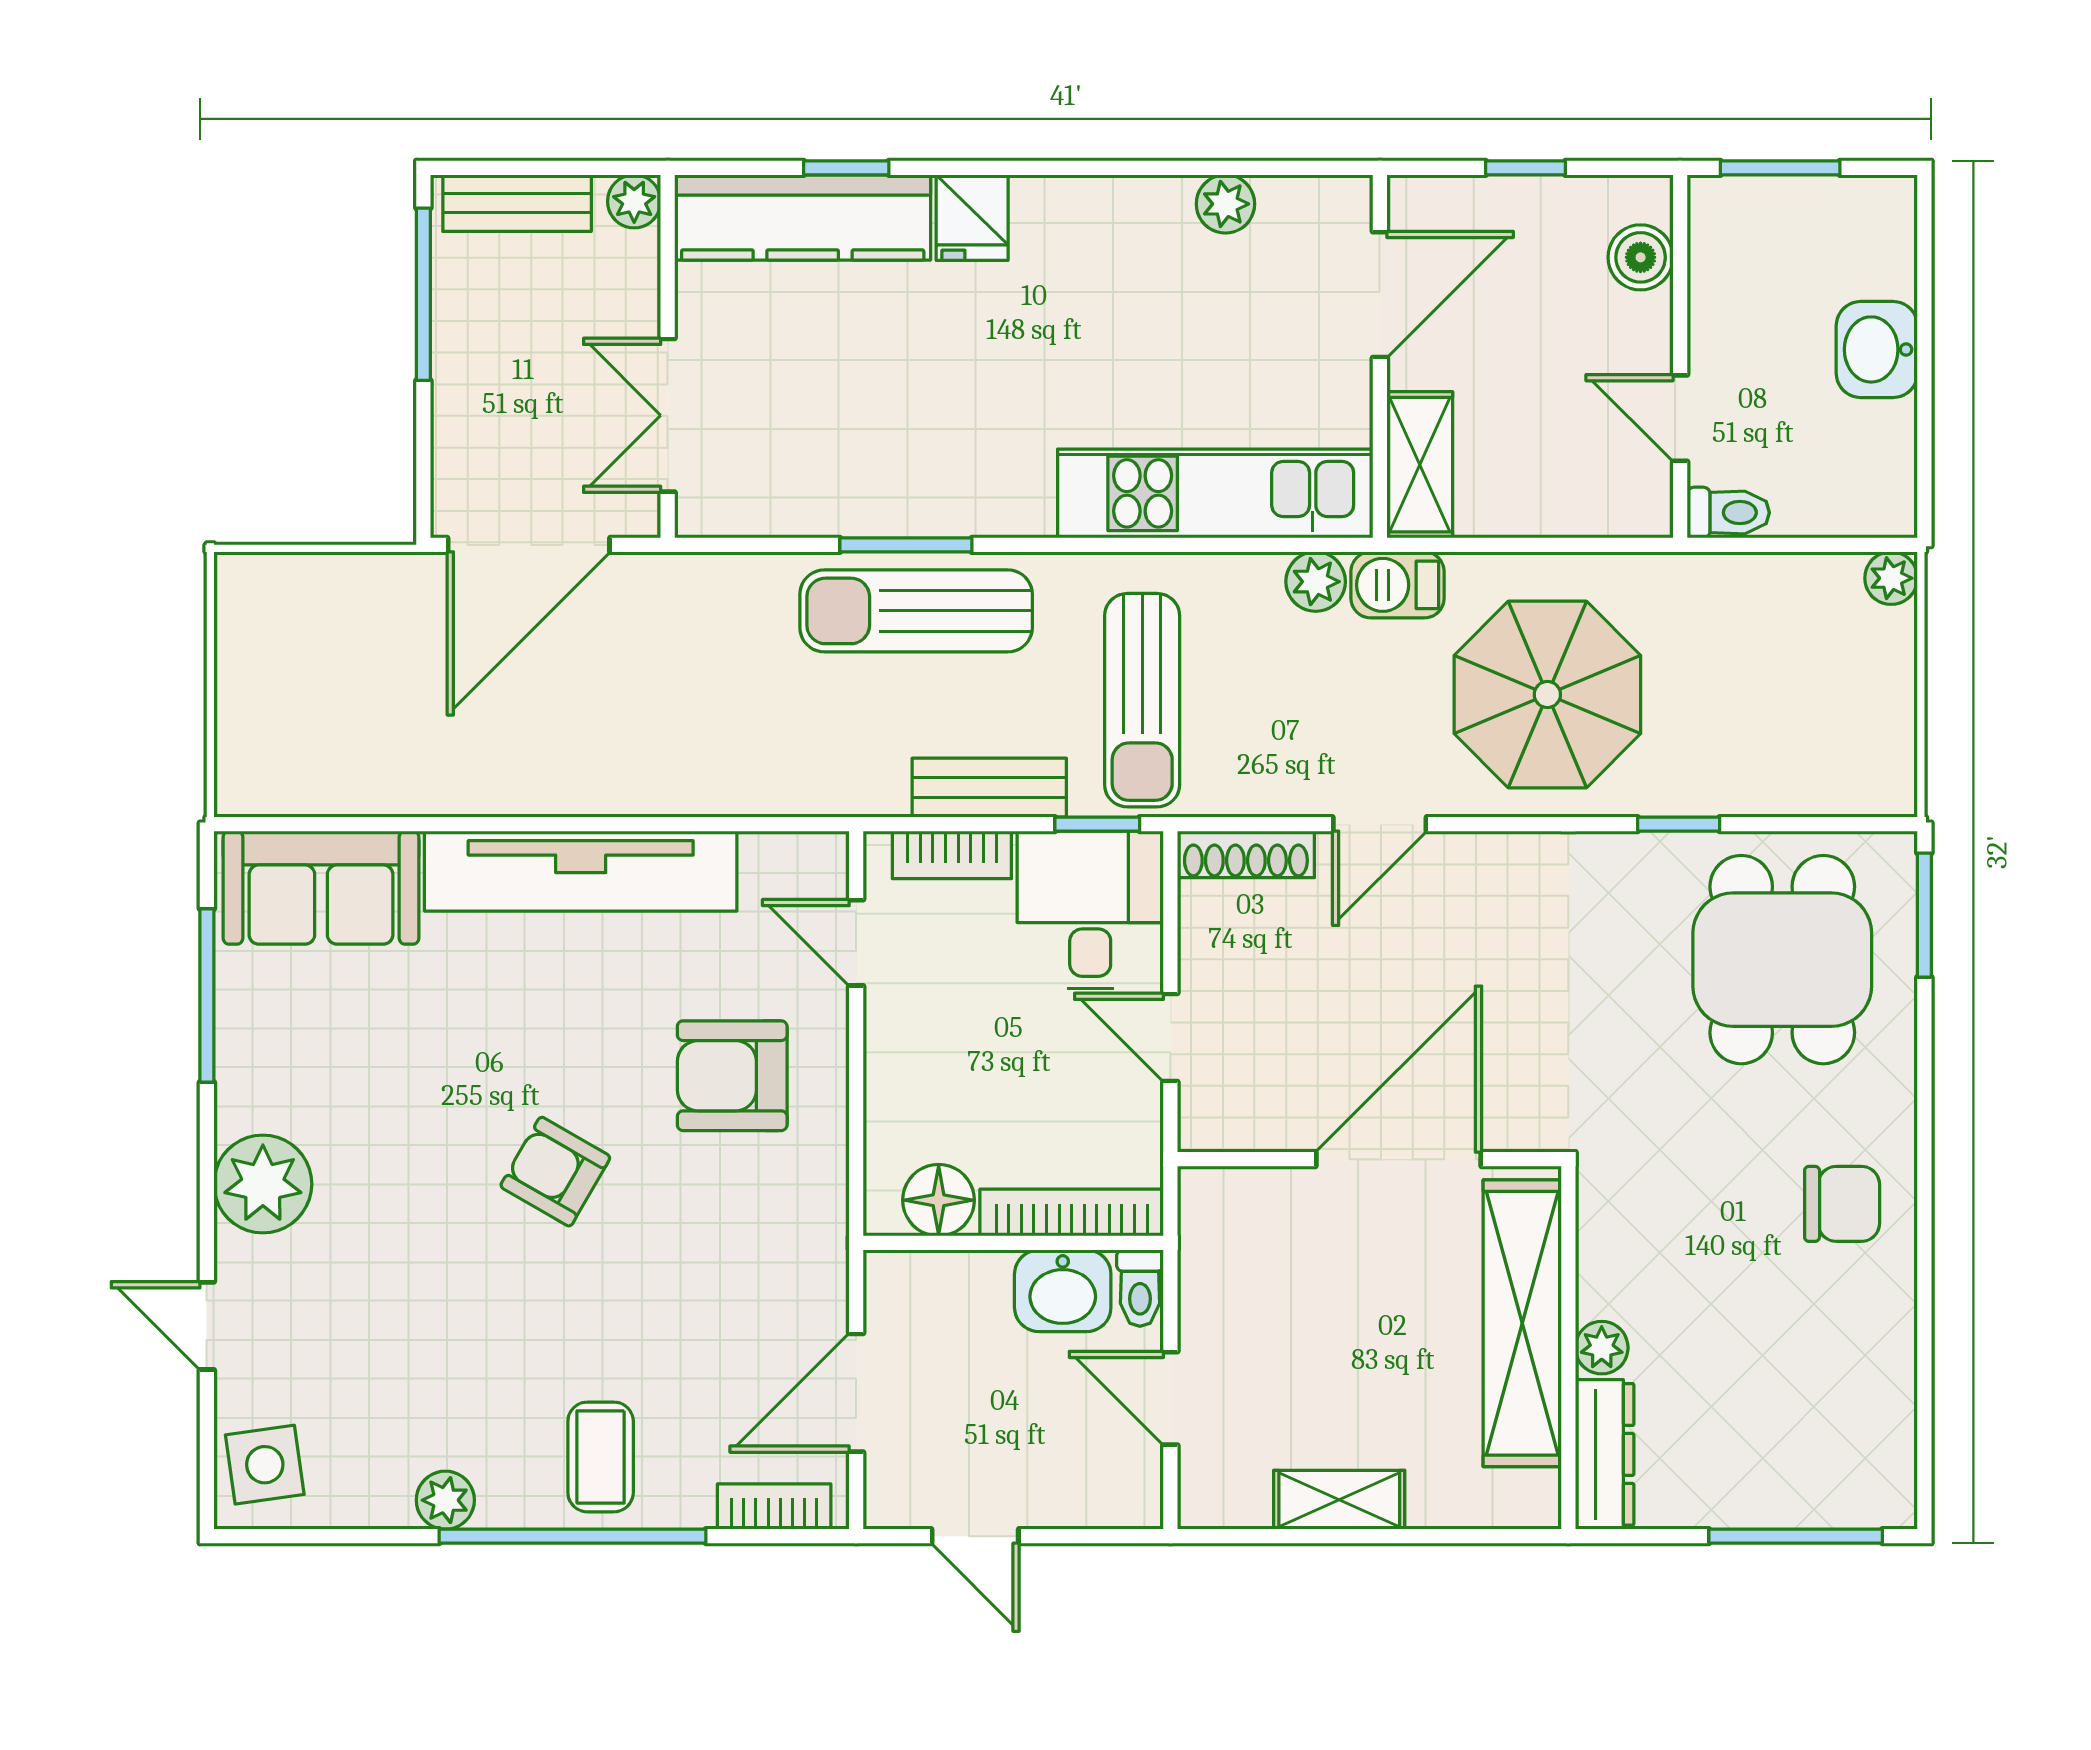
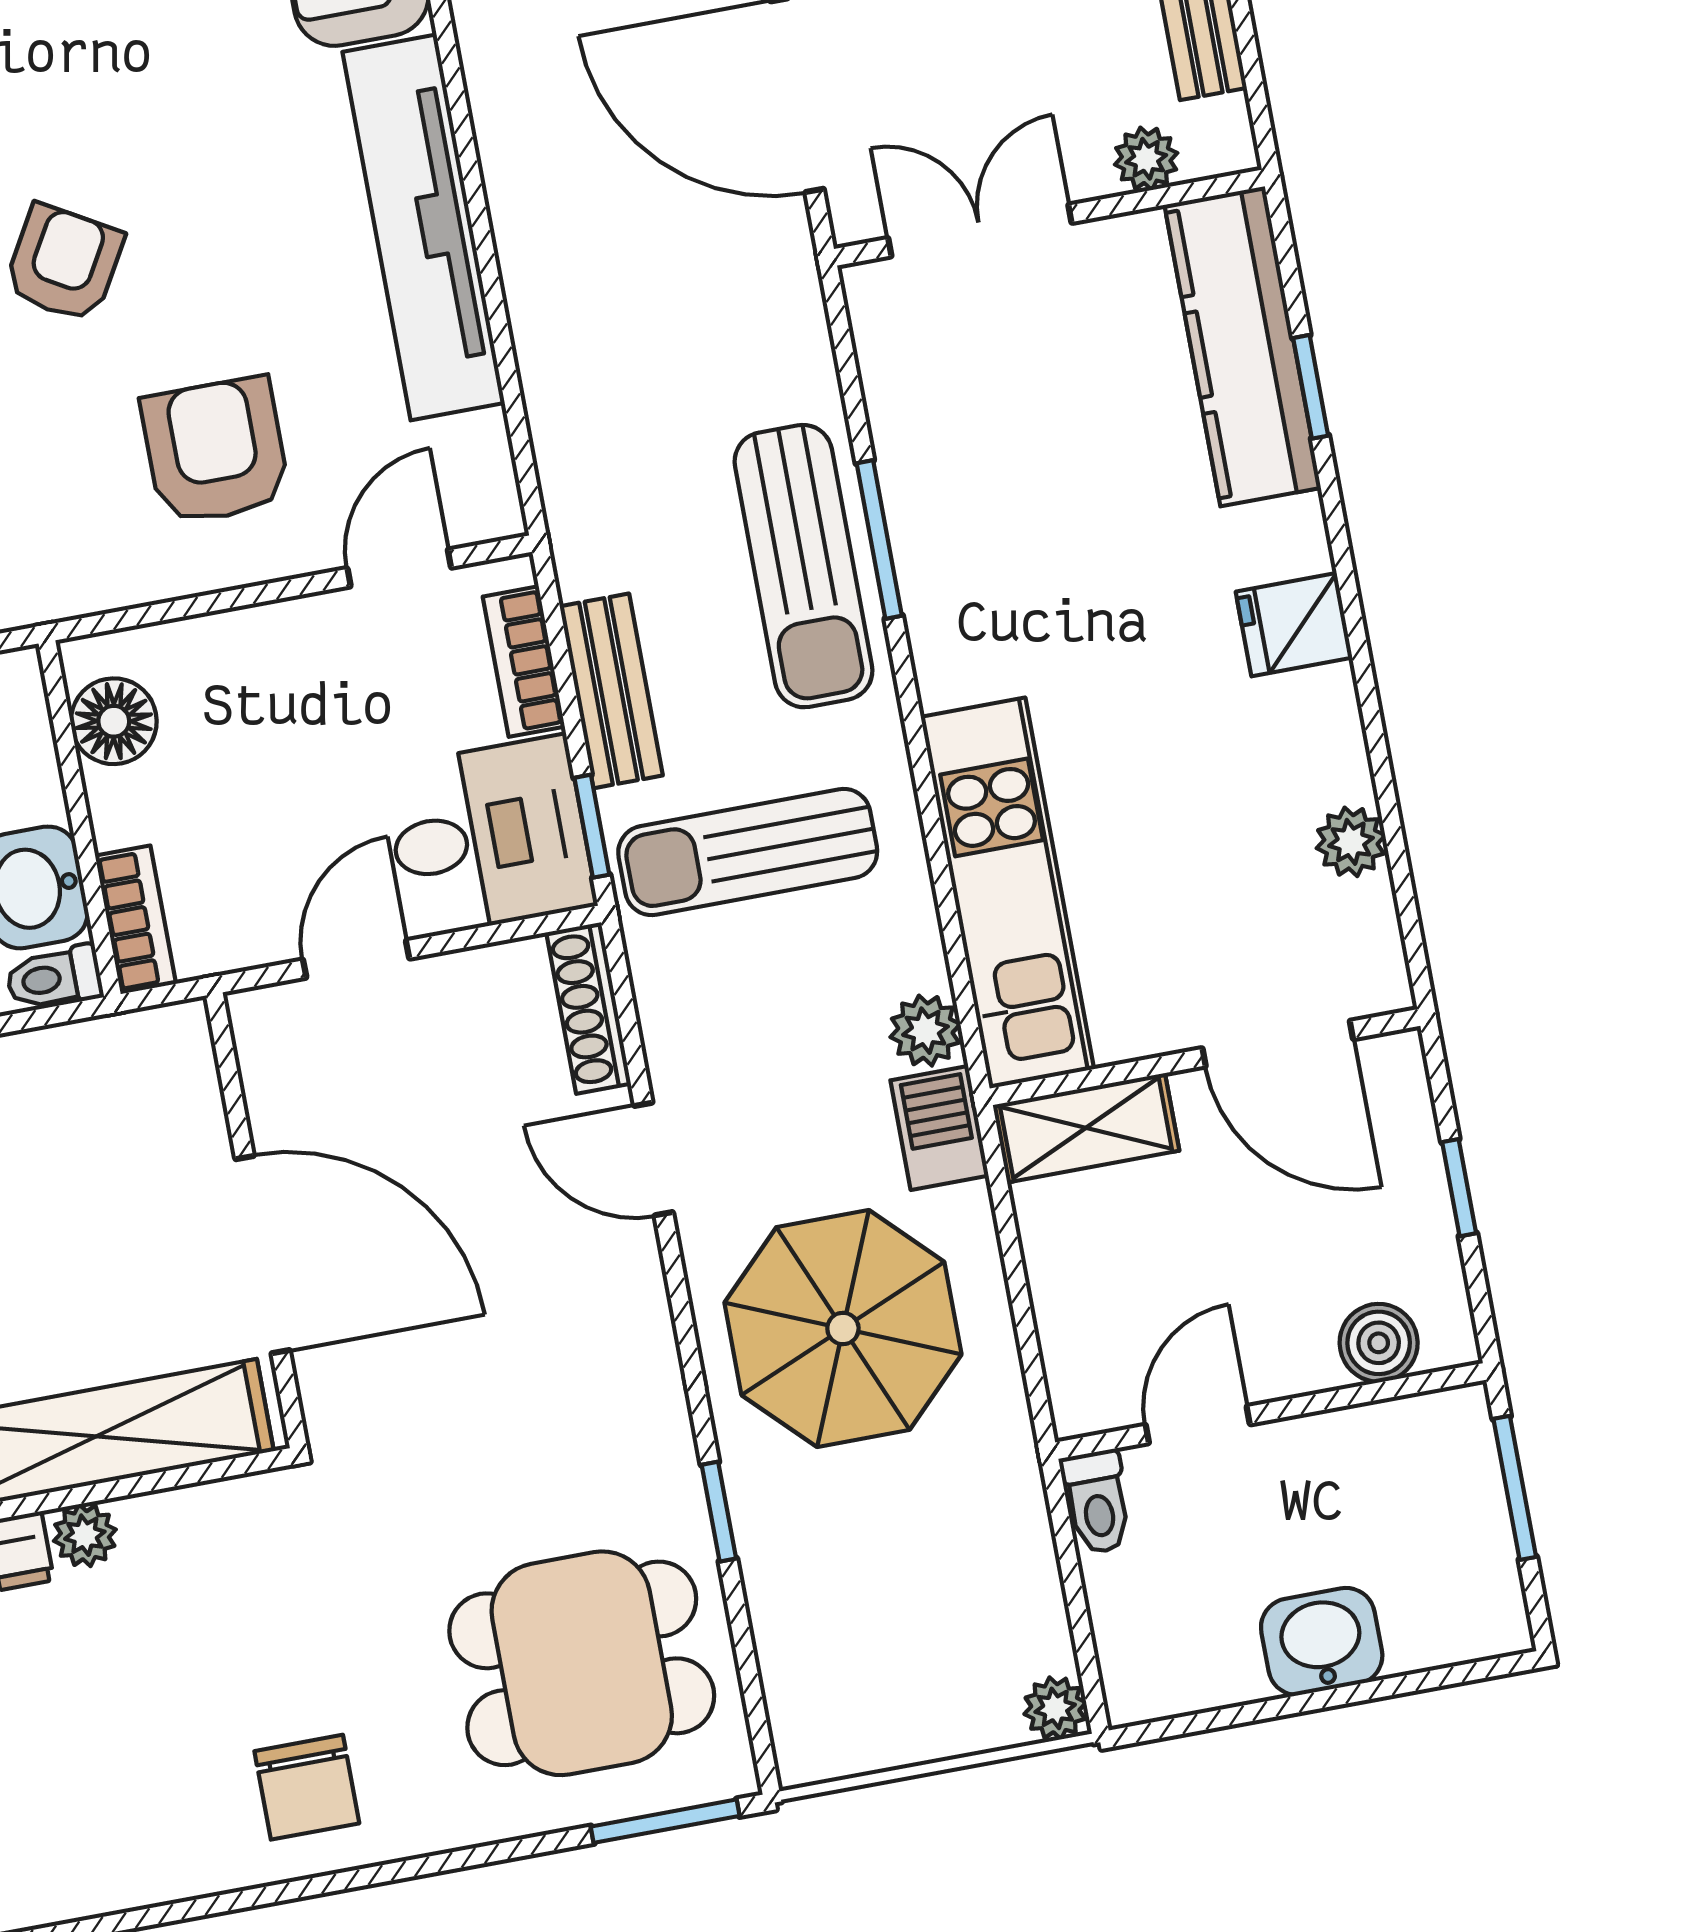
plant: (634, 201) -> (1146, 159), moved
fridge: (972, 218) -> (1294, 625), moved
sun lounger: (916, 611) -> (804, 566), turned 180
bookcase: (1072, 1213) -> (136, 920), width x0.64

